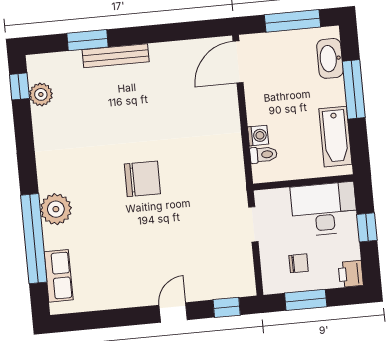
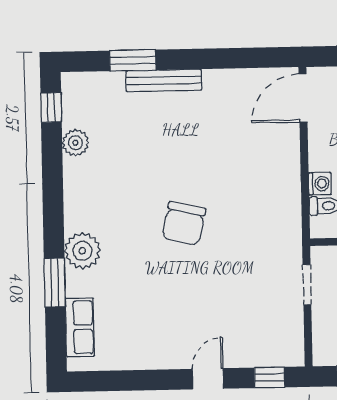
plant: (41, 94) -> (75, 143), moved
chair: (142, 179) -> (184, 223), turned 103
window: (34, 239) -> (55, 283), width x0.47

